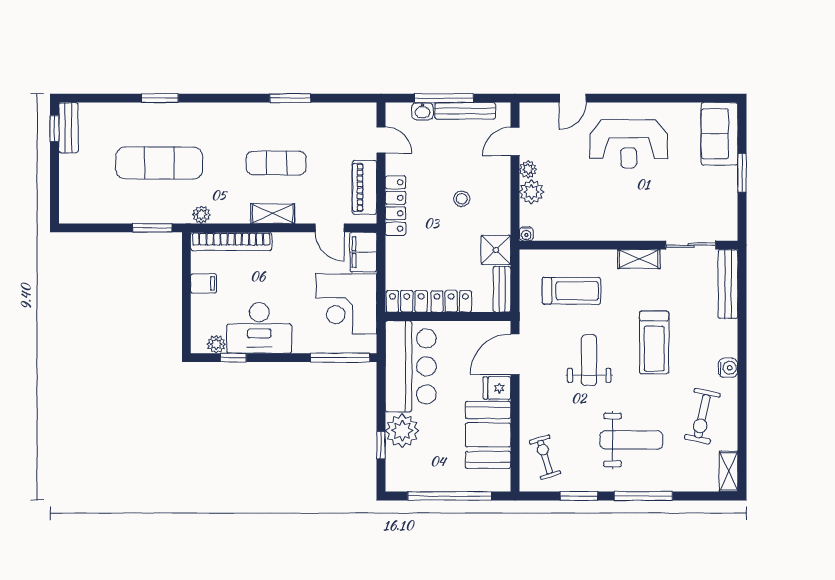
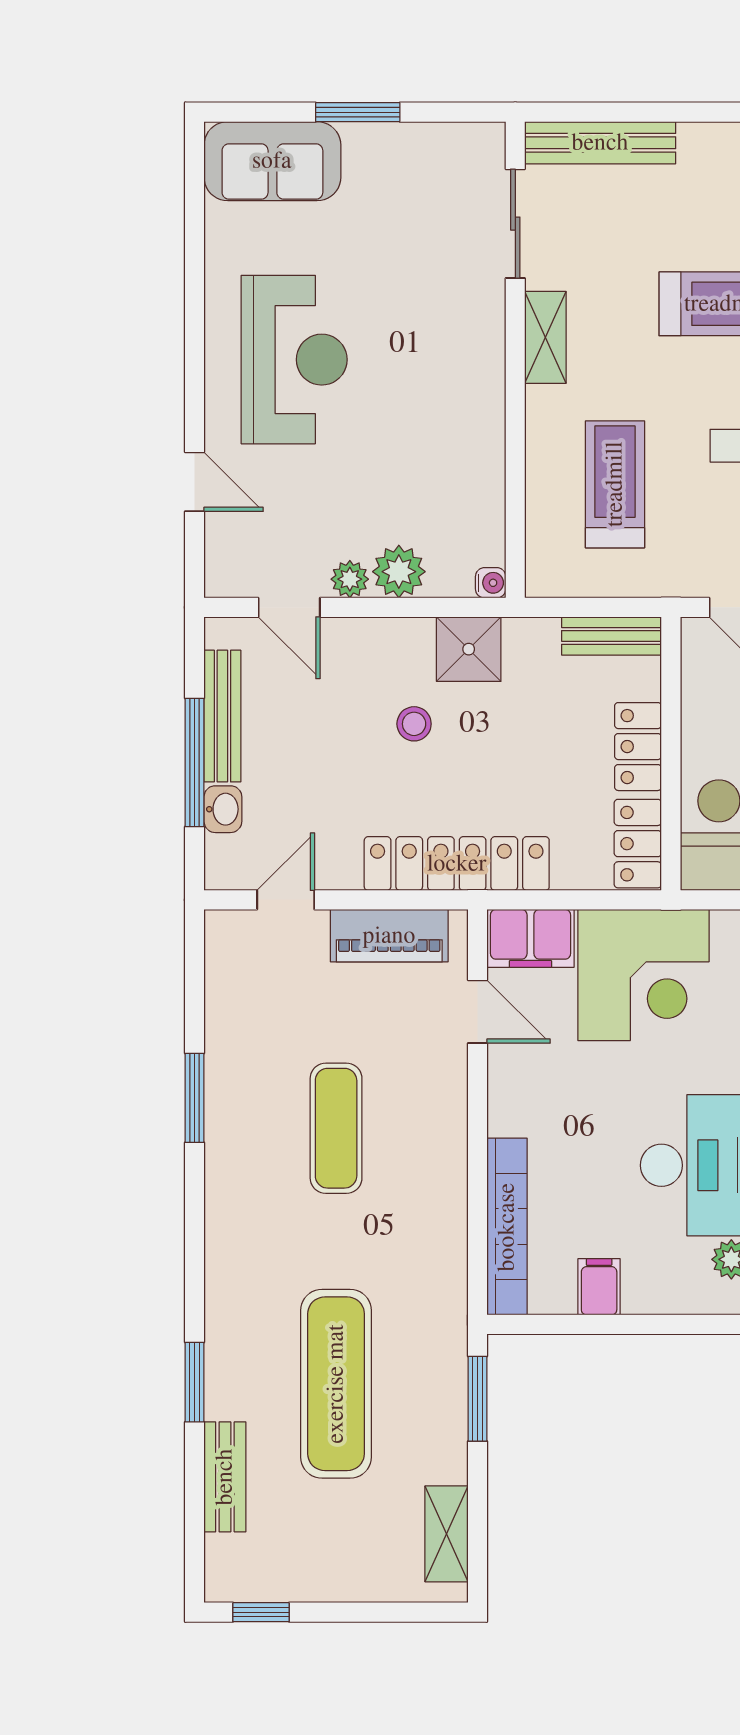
bench: (68, 128) -> (225, 1477), moved, turned 90
locker: (395, 206) -> (457, 864), width x1.41, depth x1.21
shelving: (273, 214) -> (447, 1534), moved
plant: (201, 215) -> (449, 1292), removed
door: (330, 228) -> (478, 1012), hinge flipped
shower: (496, 250) -> (469, 649), moved

